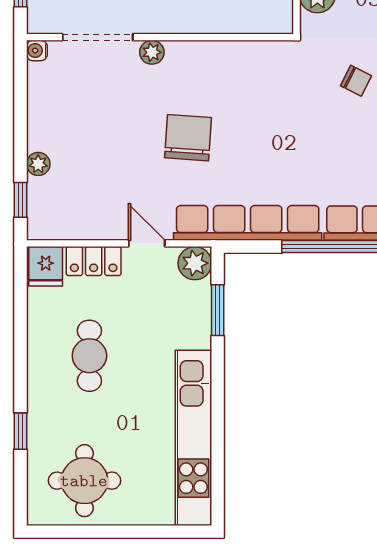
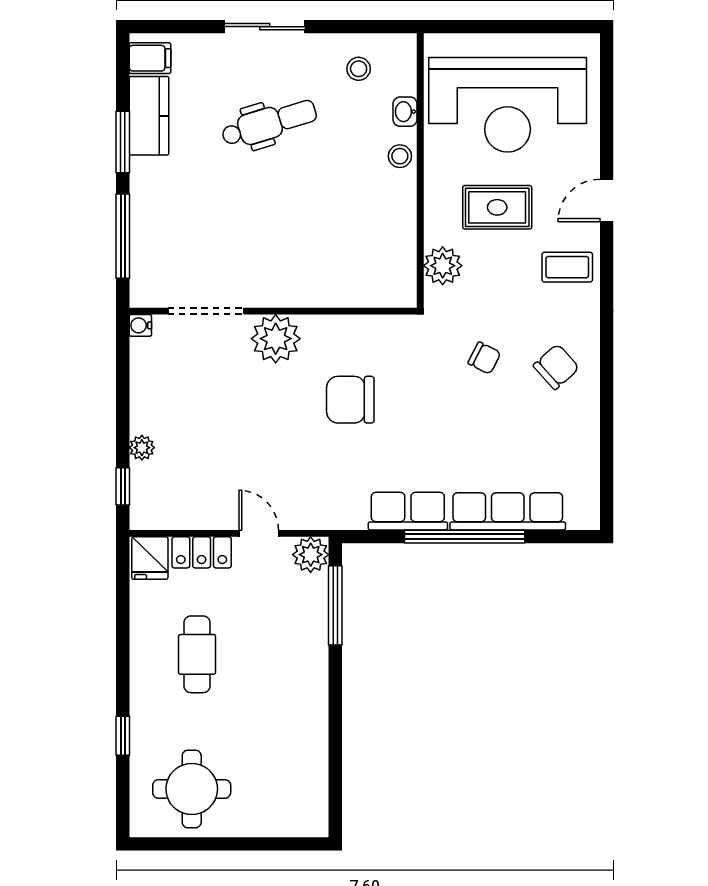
plant: (152, 52) -> (276, 339), width x1.87, depth x1.87
chair: (188, 138) -> (350, 400), moved, turned -94
row of seats: (248, 223) -> (408, 511), width x0.50
window: (218, 310) -> (335, 605), width x1.44
kitchen unit: (193, 438) -> (309, 743), removed

